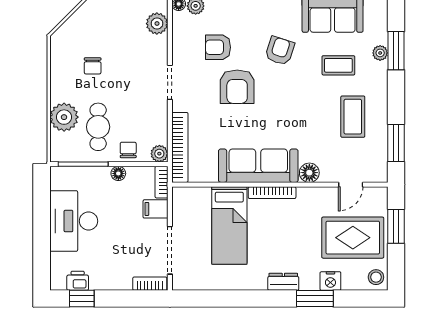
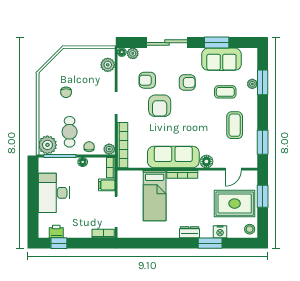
armchair: (280, 51) -> (187, 82), turned 71
plant: (64, 117) -> (47, 145), moved

